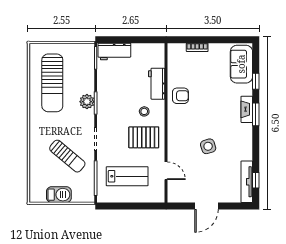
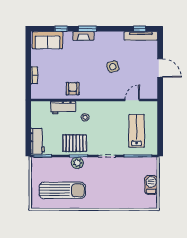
pallet: (144, 137) -> (75, 143), moved, turned 90
sun lounger: (67, 156) -> (121, 178), removed

